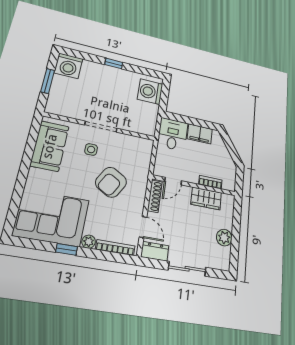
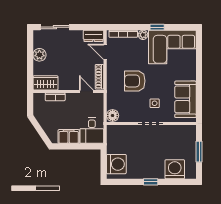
washing machine: (69, 66) -> (175, 169), moved
floor lamp: (146, 146) -> (113, 116), added
door: (173, 181) -> (86, 92), hinge flipped
armchair: (111, 182) -> (135, 81), turned -120
wardrobe: (206, 198) -> (45, 83), moved
sliding door: (187, 269) -> (55, 27), moved

